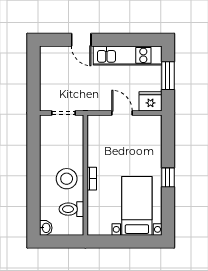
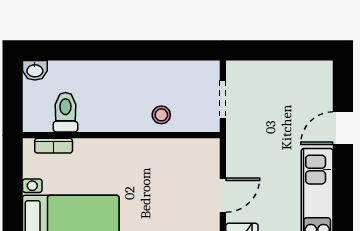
stool: (67, 179) -> (161, 115), moved, width x0.53, depth x0.53
bookcase: (92, 179) -> (54, 146), moved

